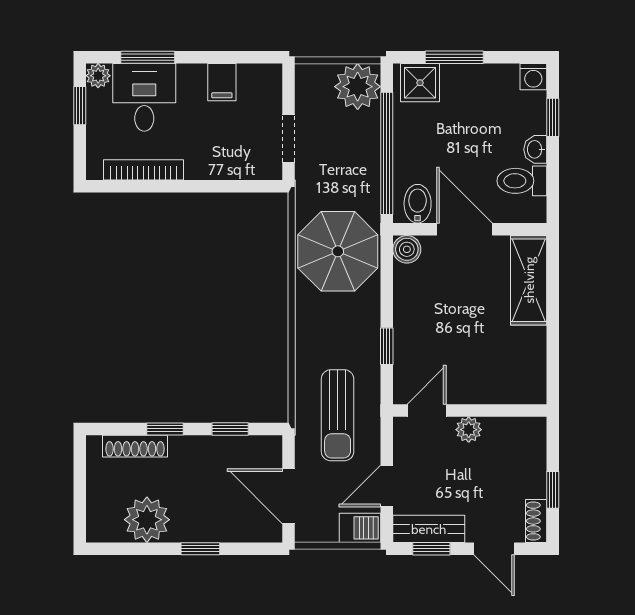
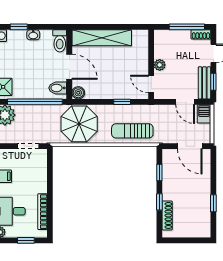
window: (80, 106) -> (26, 240), moved
toilet: (522, 181) -> (60, 41), moved
door: (465, 229) -> (69, 67), swing flipped
shelving: (529, 280) -> (102, 38), width x1.47
sun lounger: (338, 415) -> (132, 131), moved, turned 180
window: (553, 490) -> (187, 27), width x2.17
door: (289, 496) -> (190, 146), hinge flipped
plant: (147, 520) -> (200, 210), removed
window: (200, 549) -> (213, 203), moved

